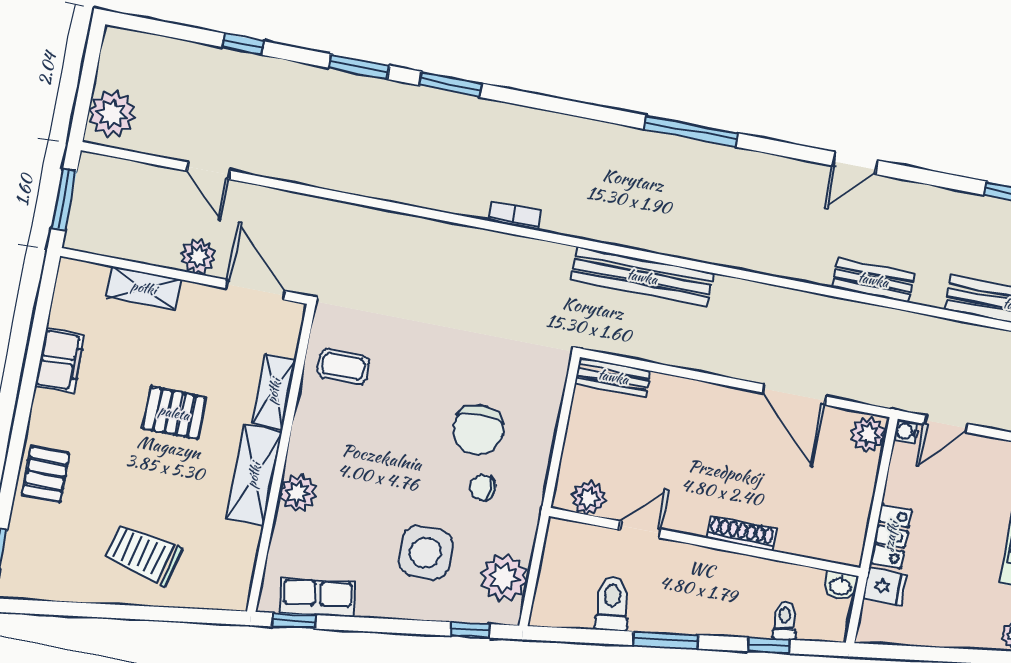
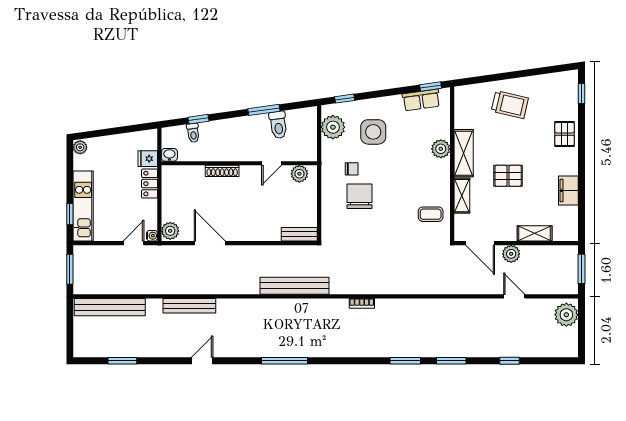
bench: (873, 280) -> (189, 306), width x1.36
window: (666, 640) -> (264, 110), moved

